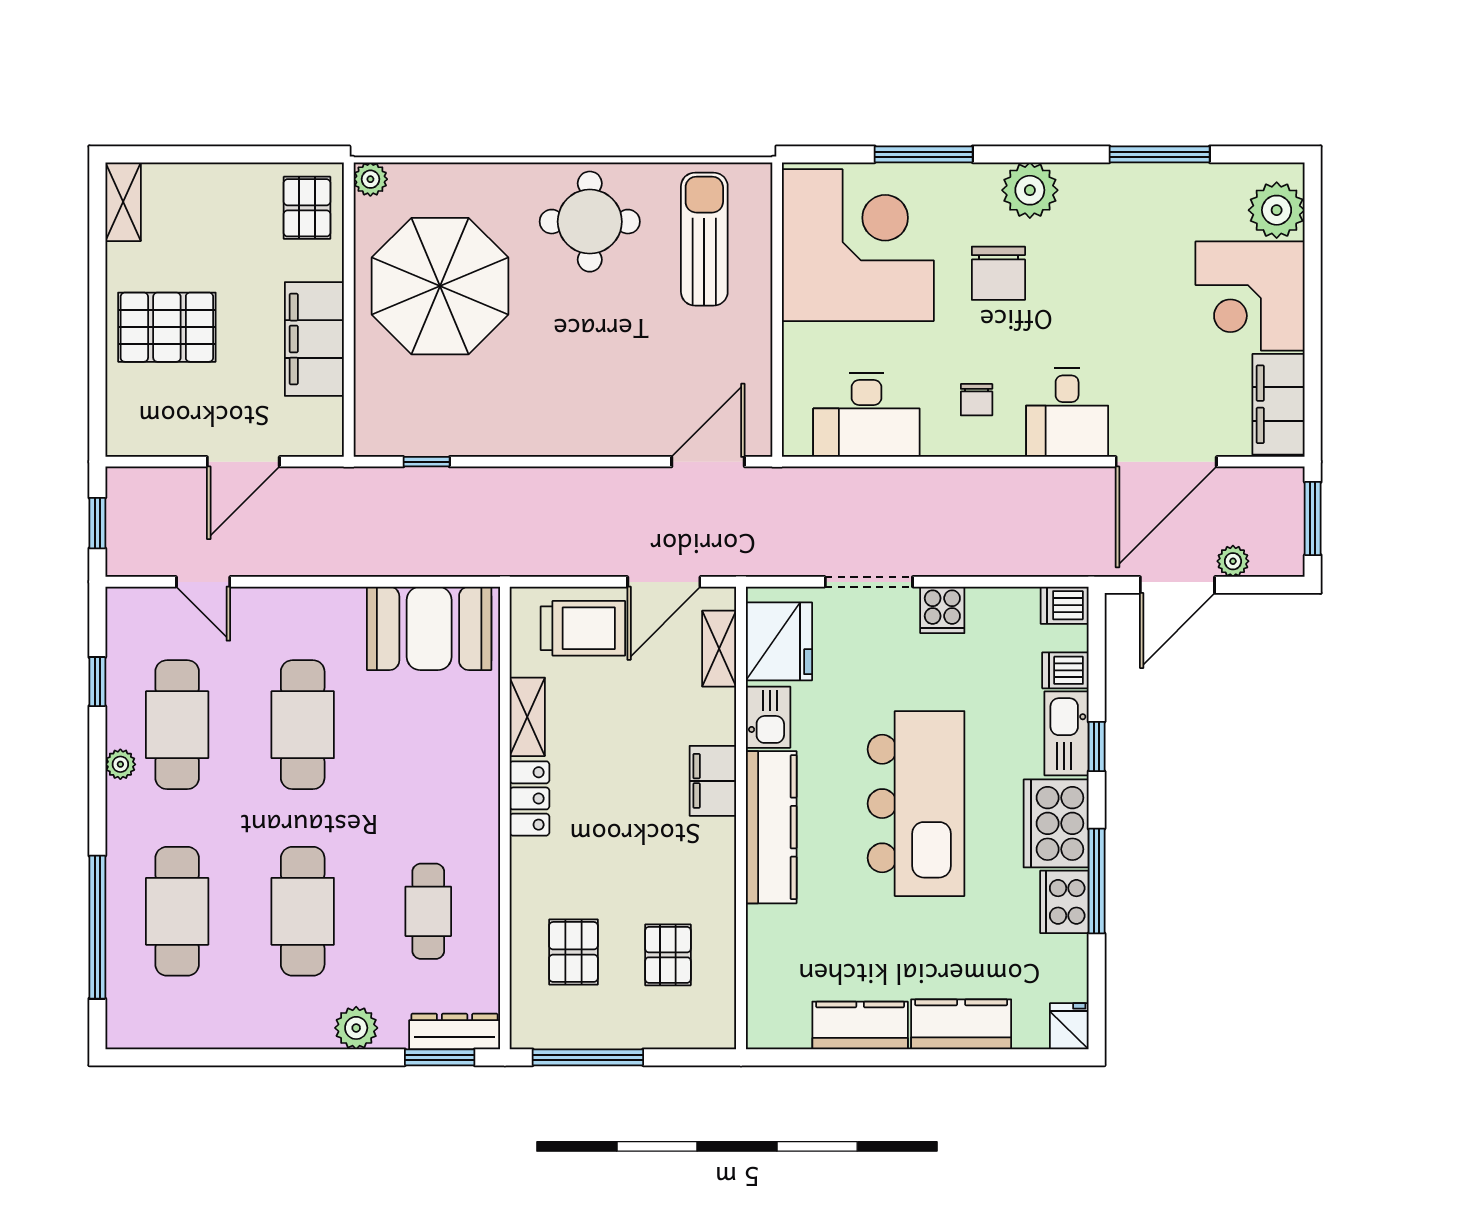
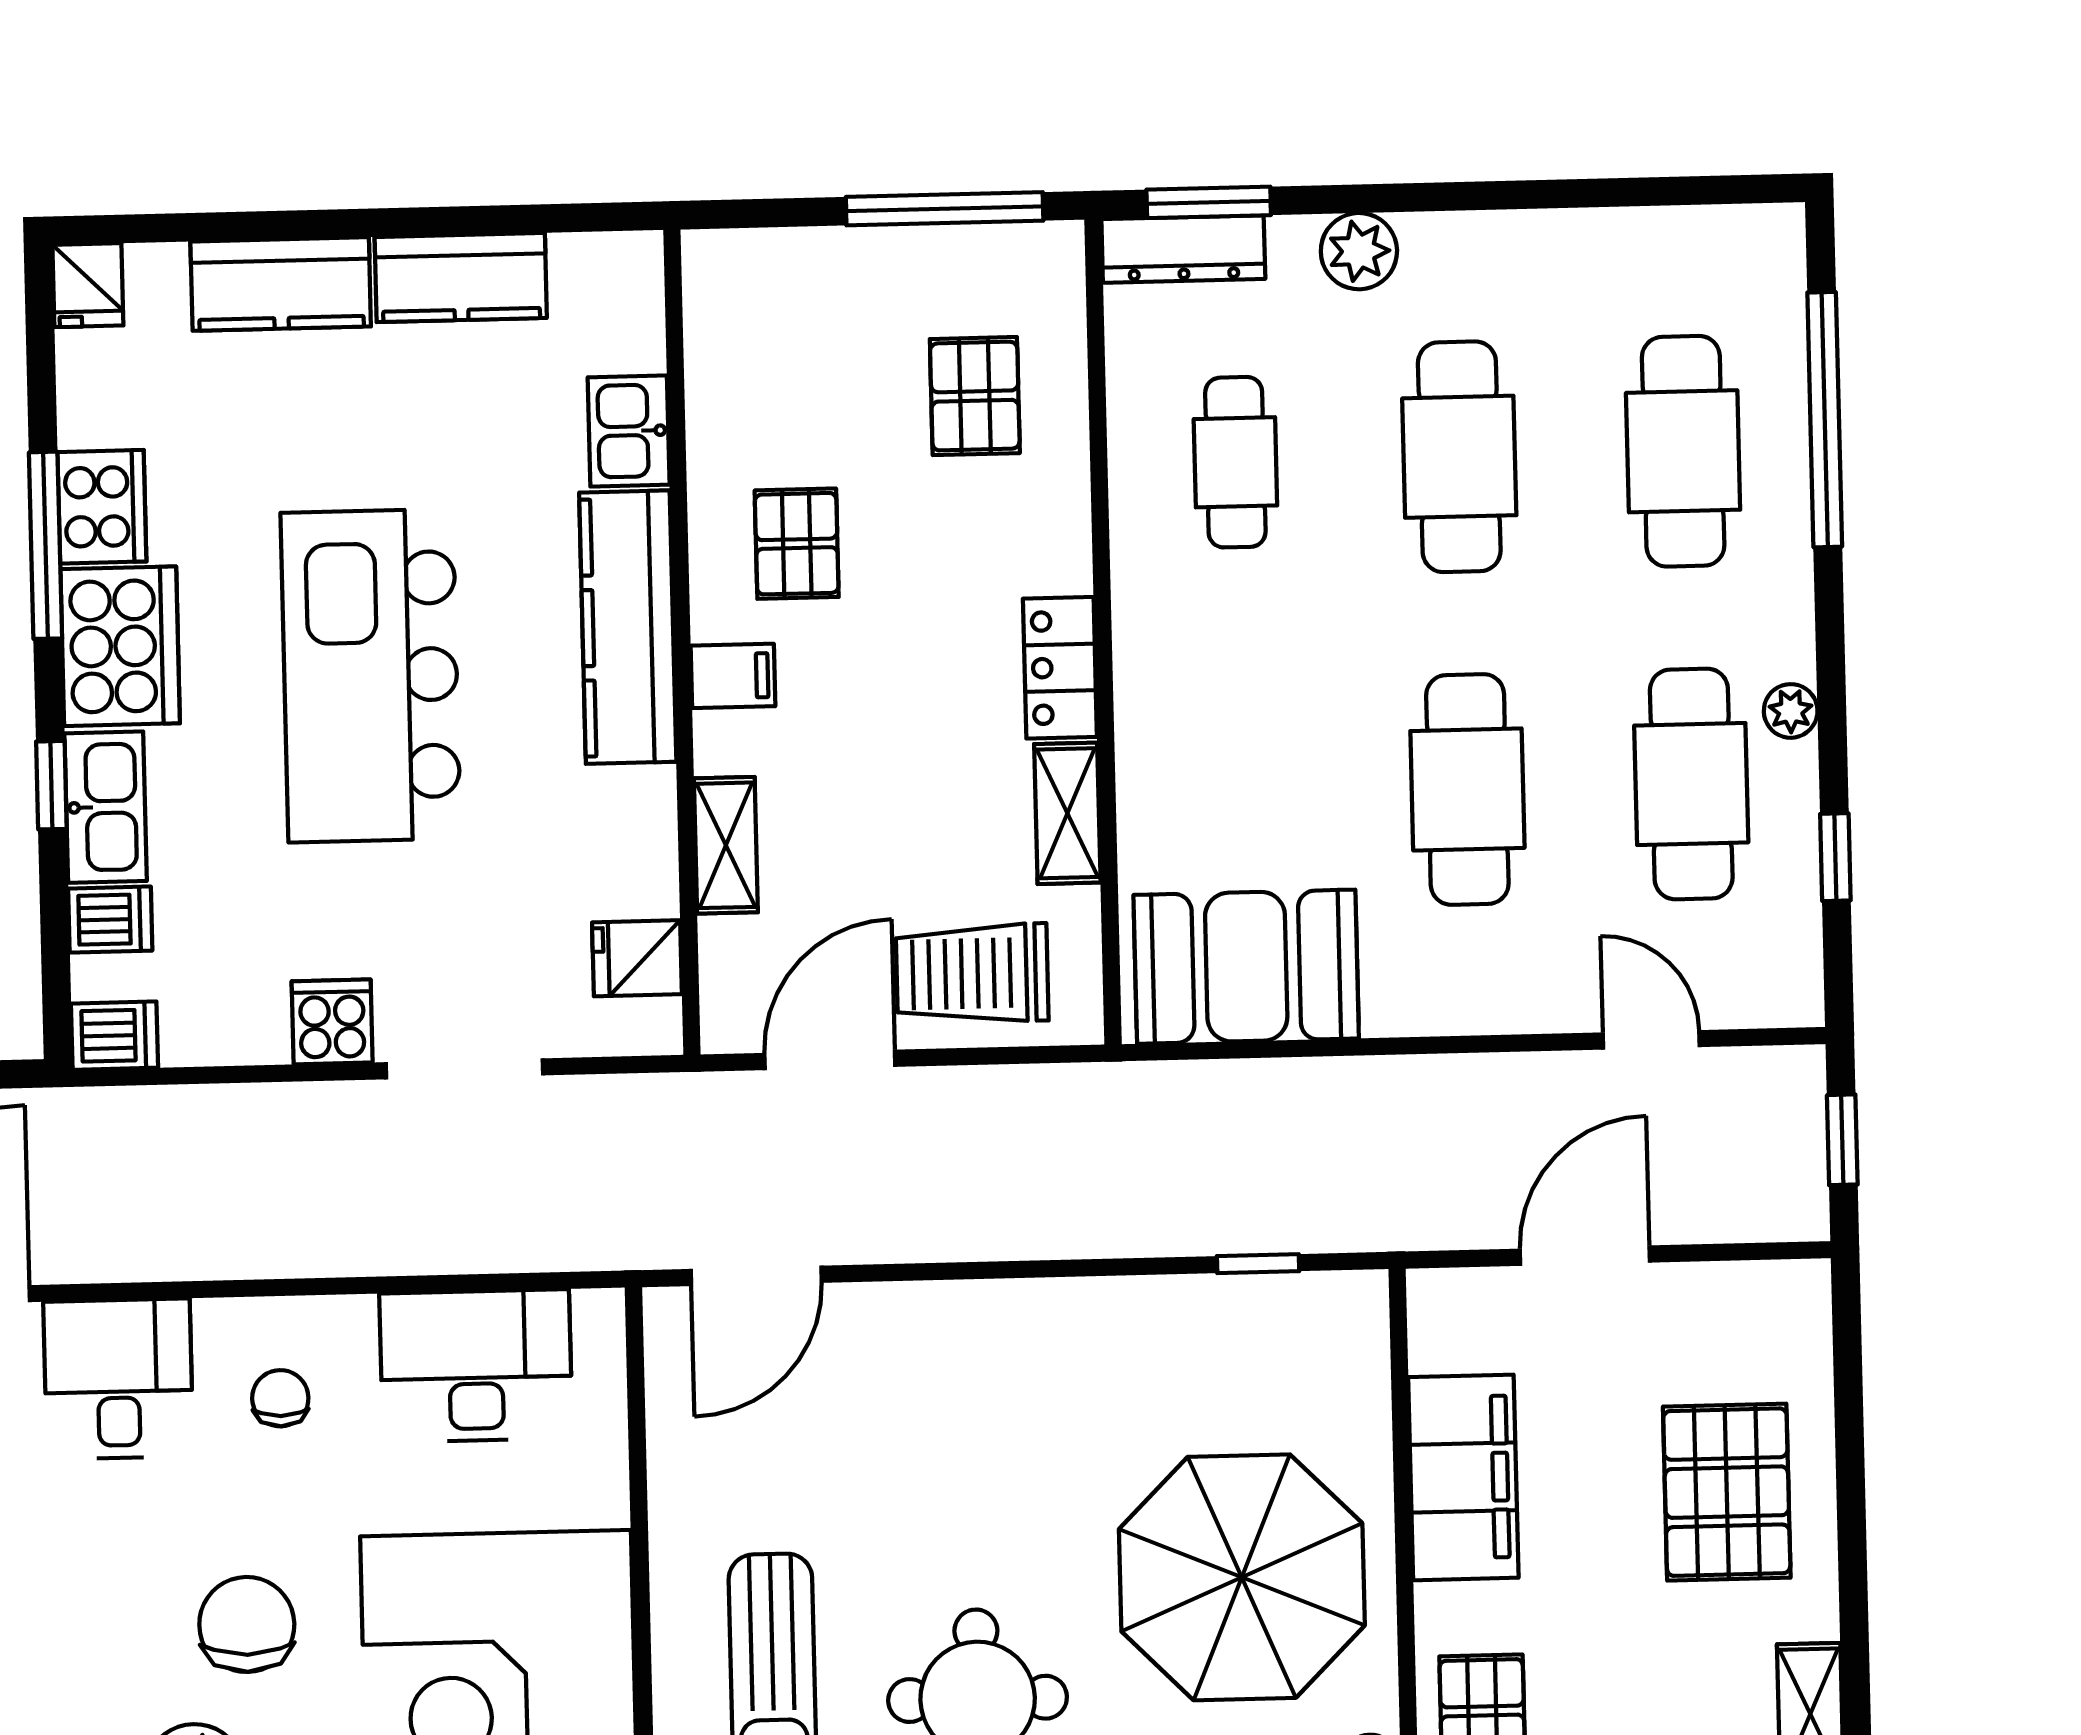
pallet: (167, 327) -> (1727, 1492), turned 90
fridge: (779, 641) -> (637, 958), width x0.53, depth x0.75
shelving: (719, 649) -> (726, 845), moved
kitchen sink: (768, 717) -> (629, 431), moved
filing cabinet: (713, 781) -> (733, 676), width x0.50
pallet: (668, 955) -> (797, 544), moved

